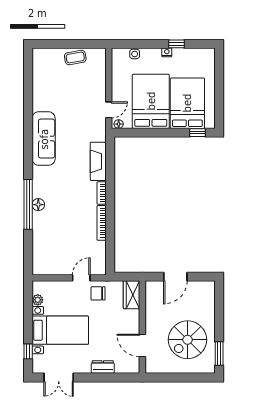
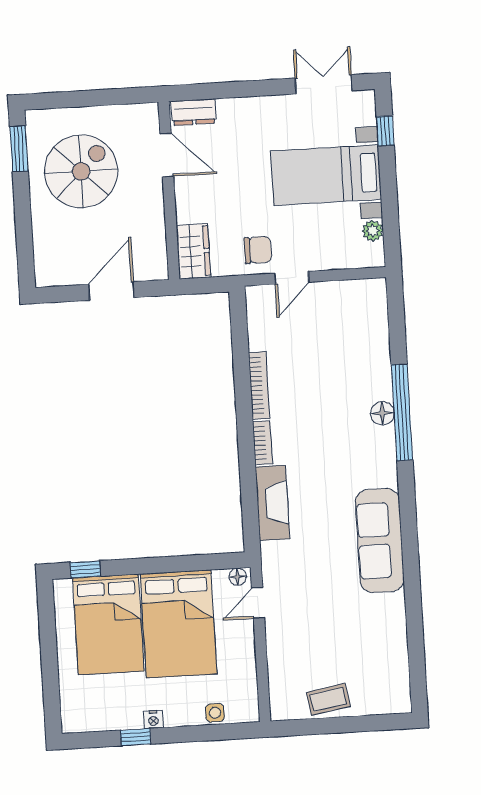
dresser: (103, 367) -> (194, 112), moved

